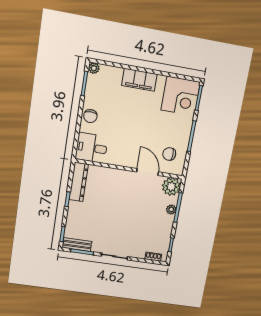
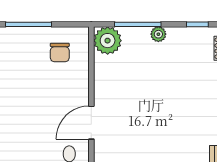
door: (148, 172) -> (91, 123), moved
plant: (171, 209) -> (158, 34), moved

